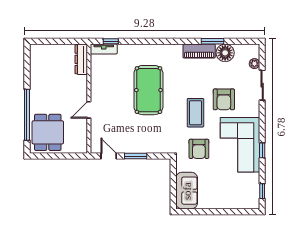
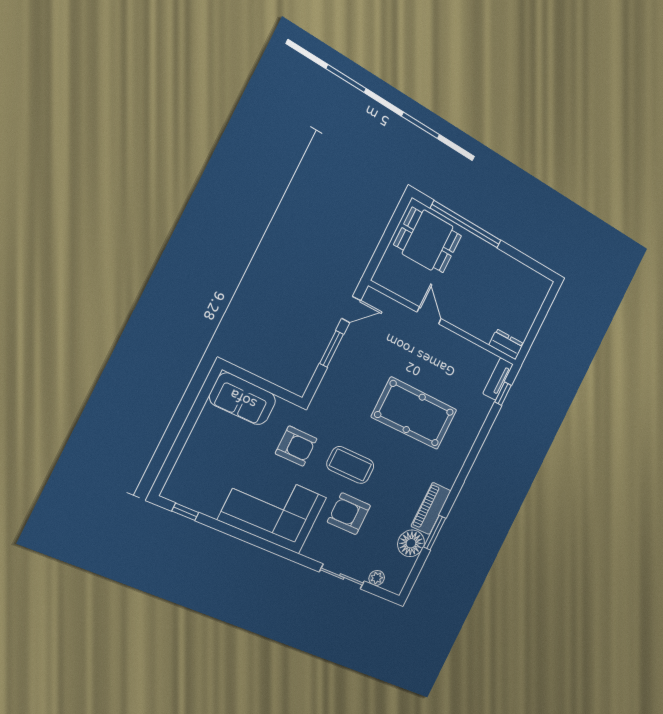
dresser: (81, 59) -> (506, 344), width x0.70
armchair: (199, 149) -> (296, 446), turned 180
window: (262, 150) -> (248, 538), removed

